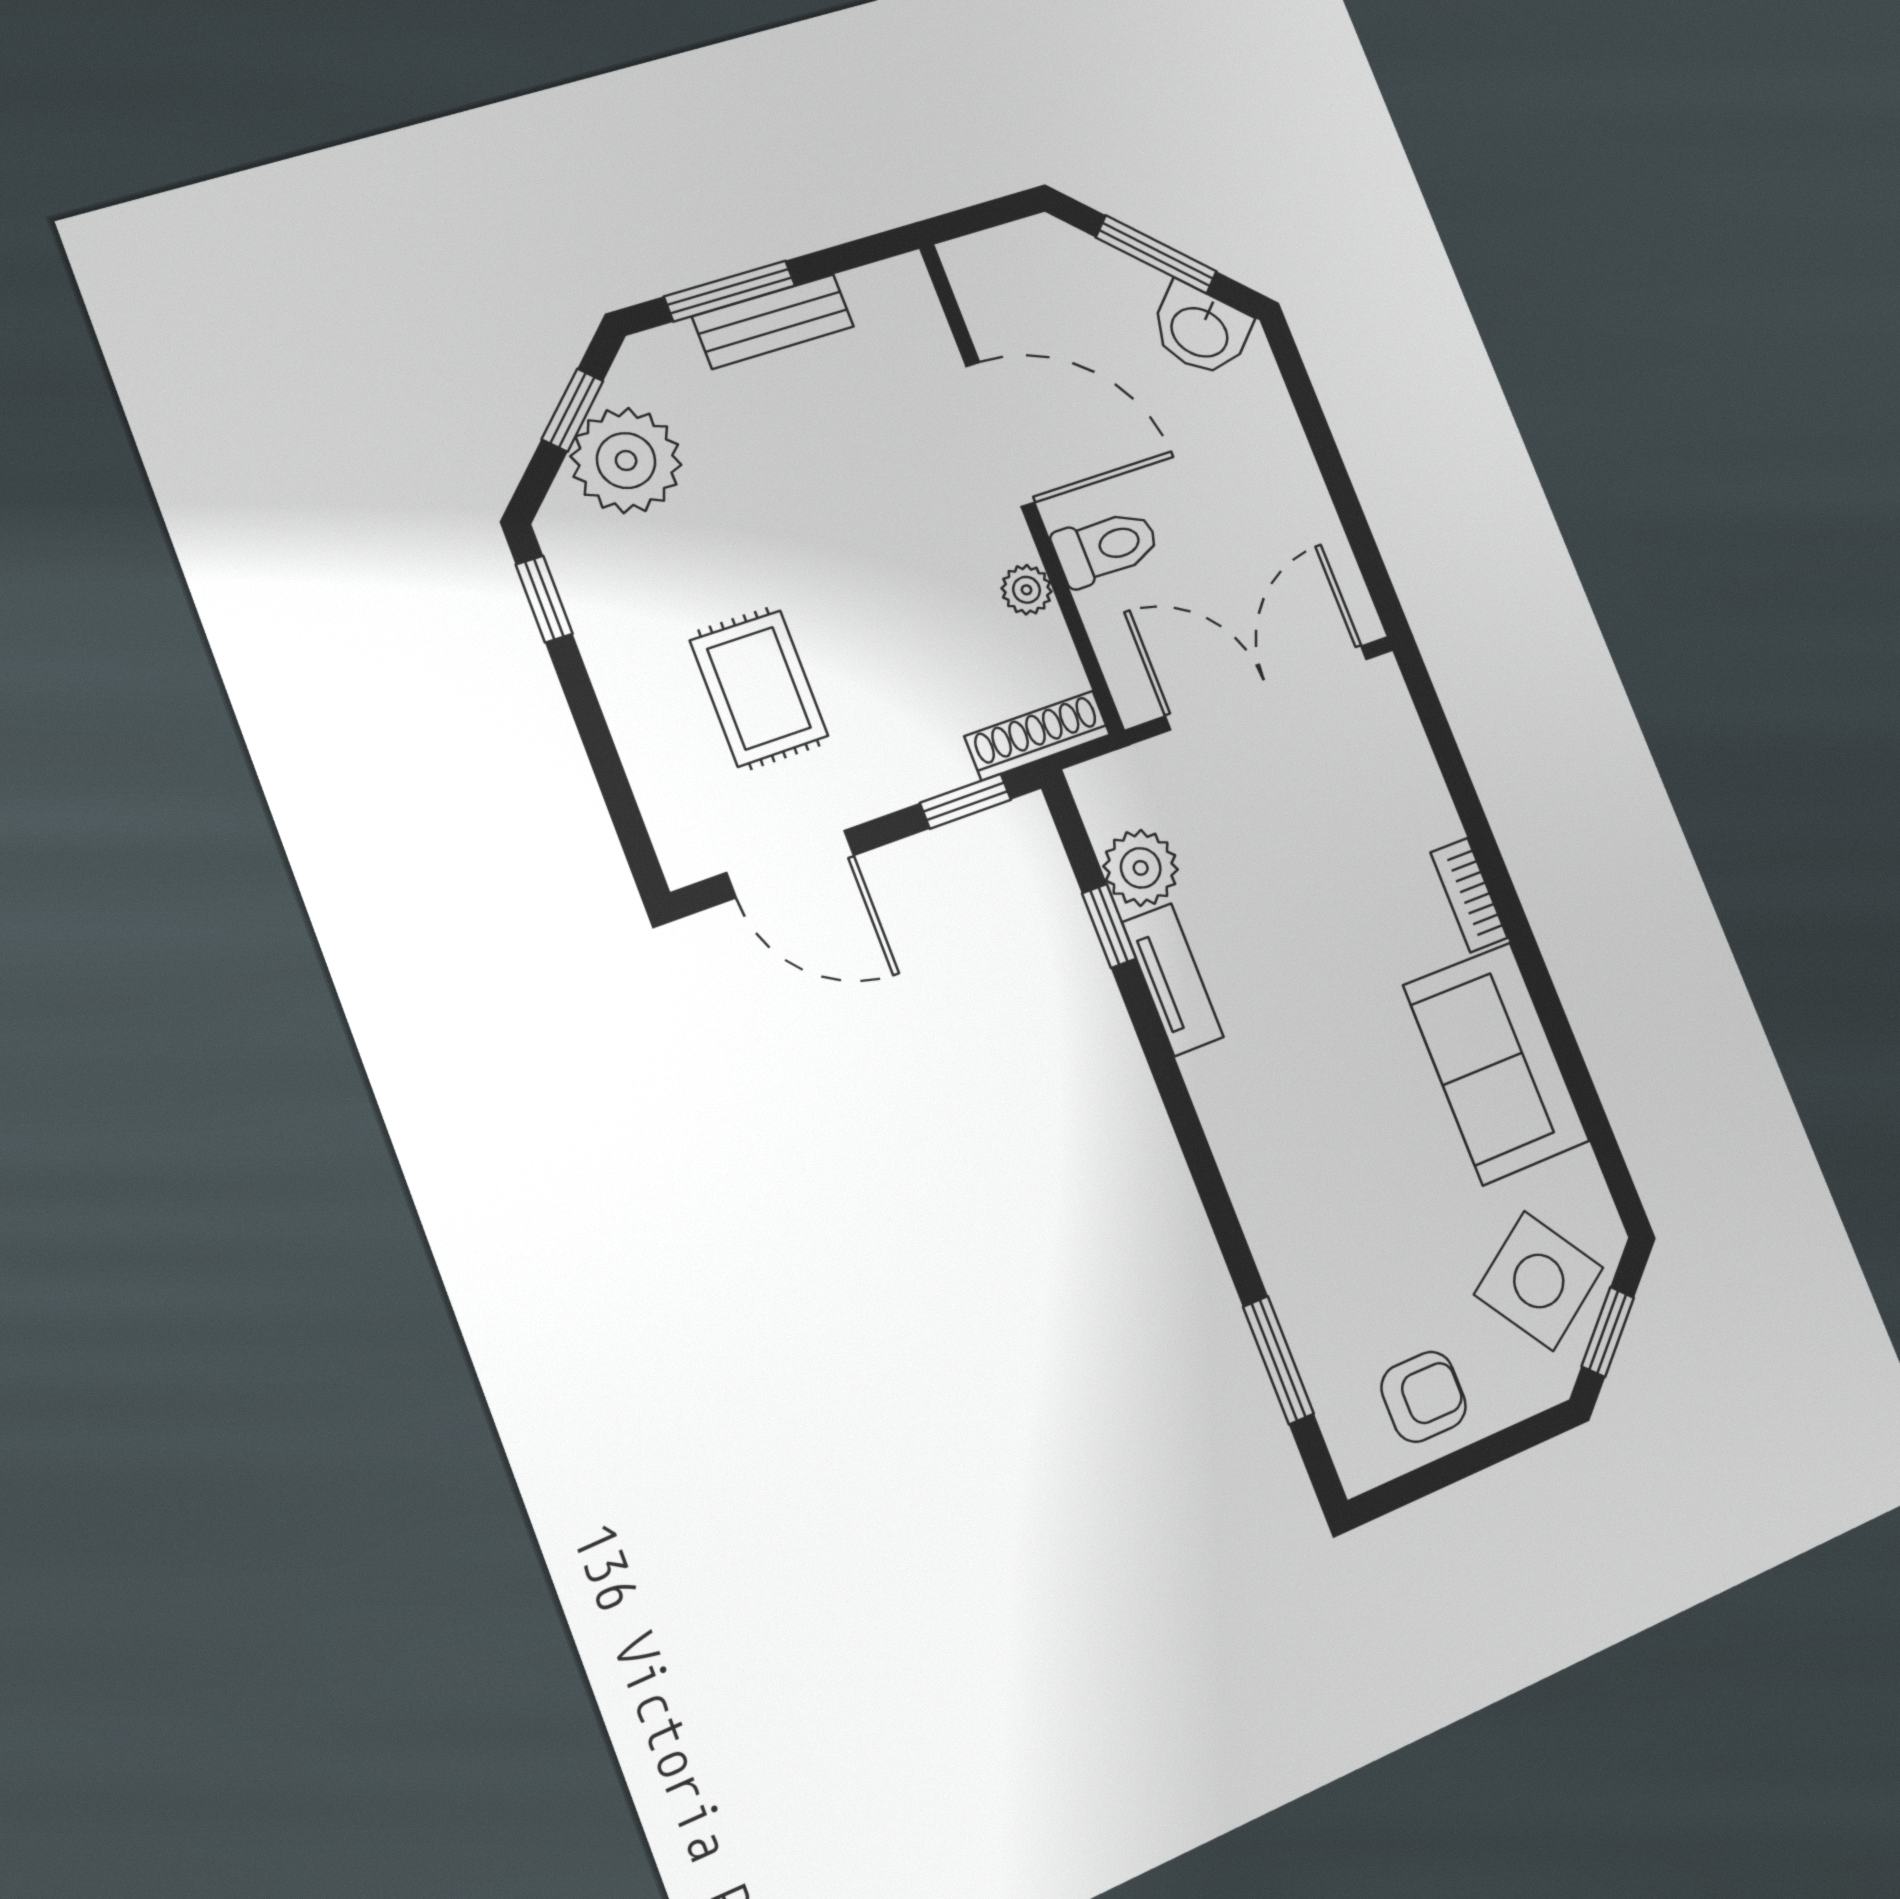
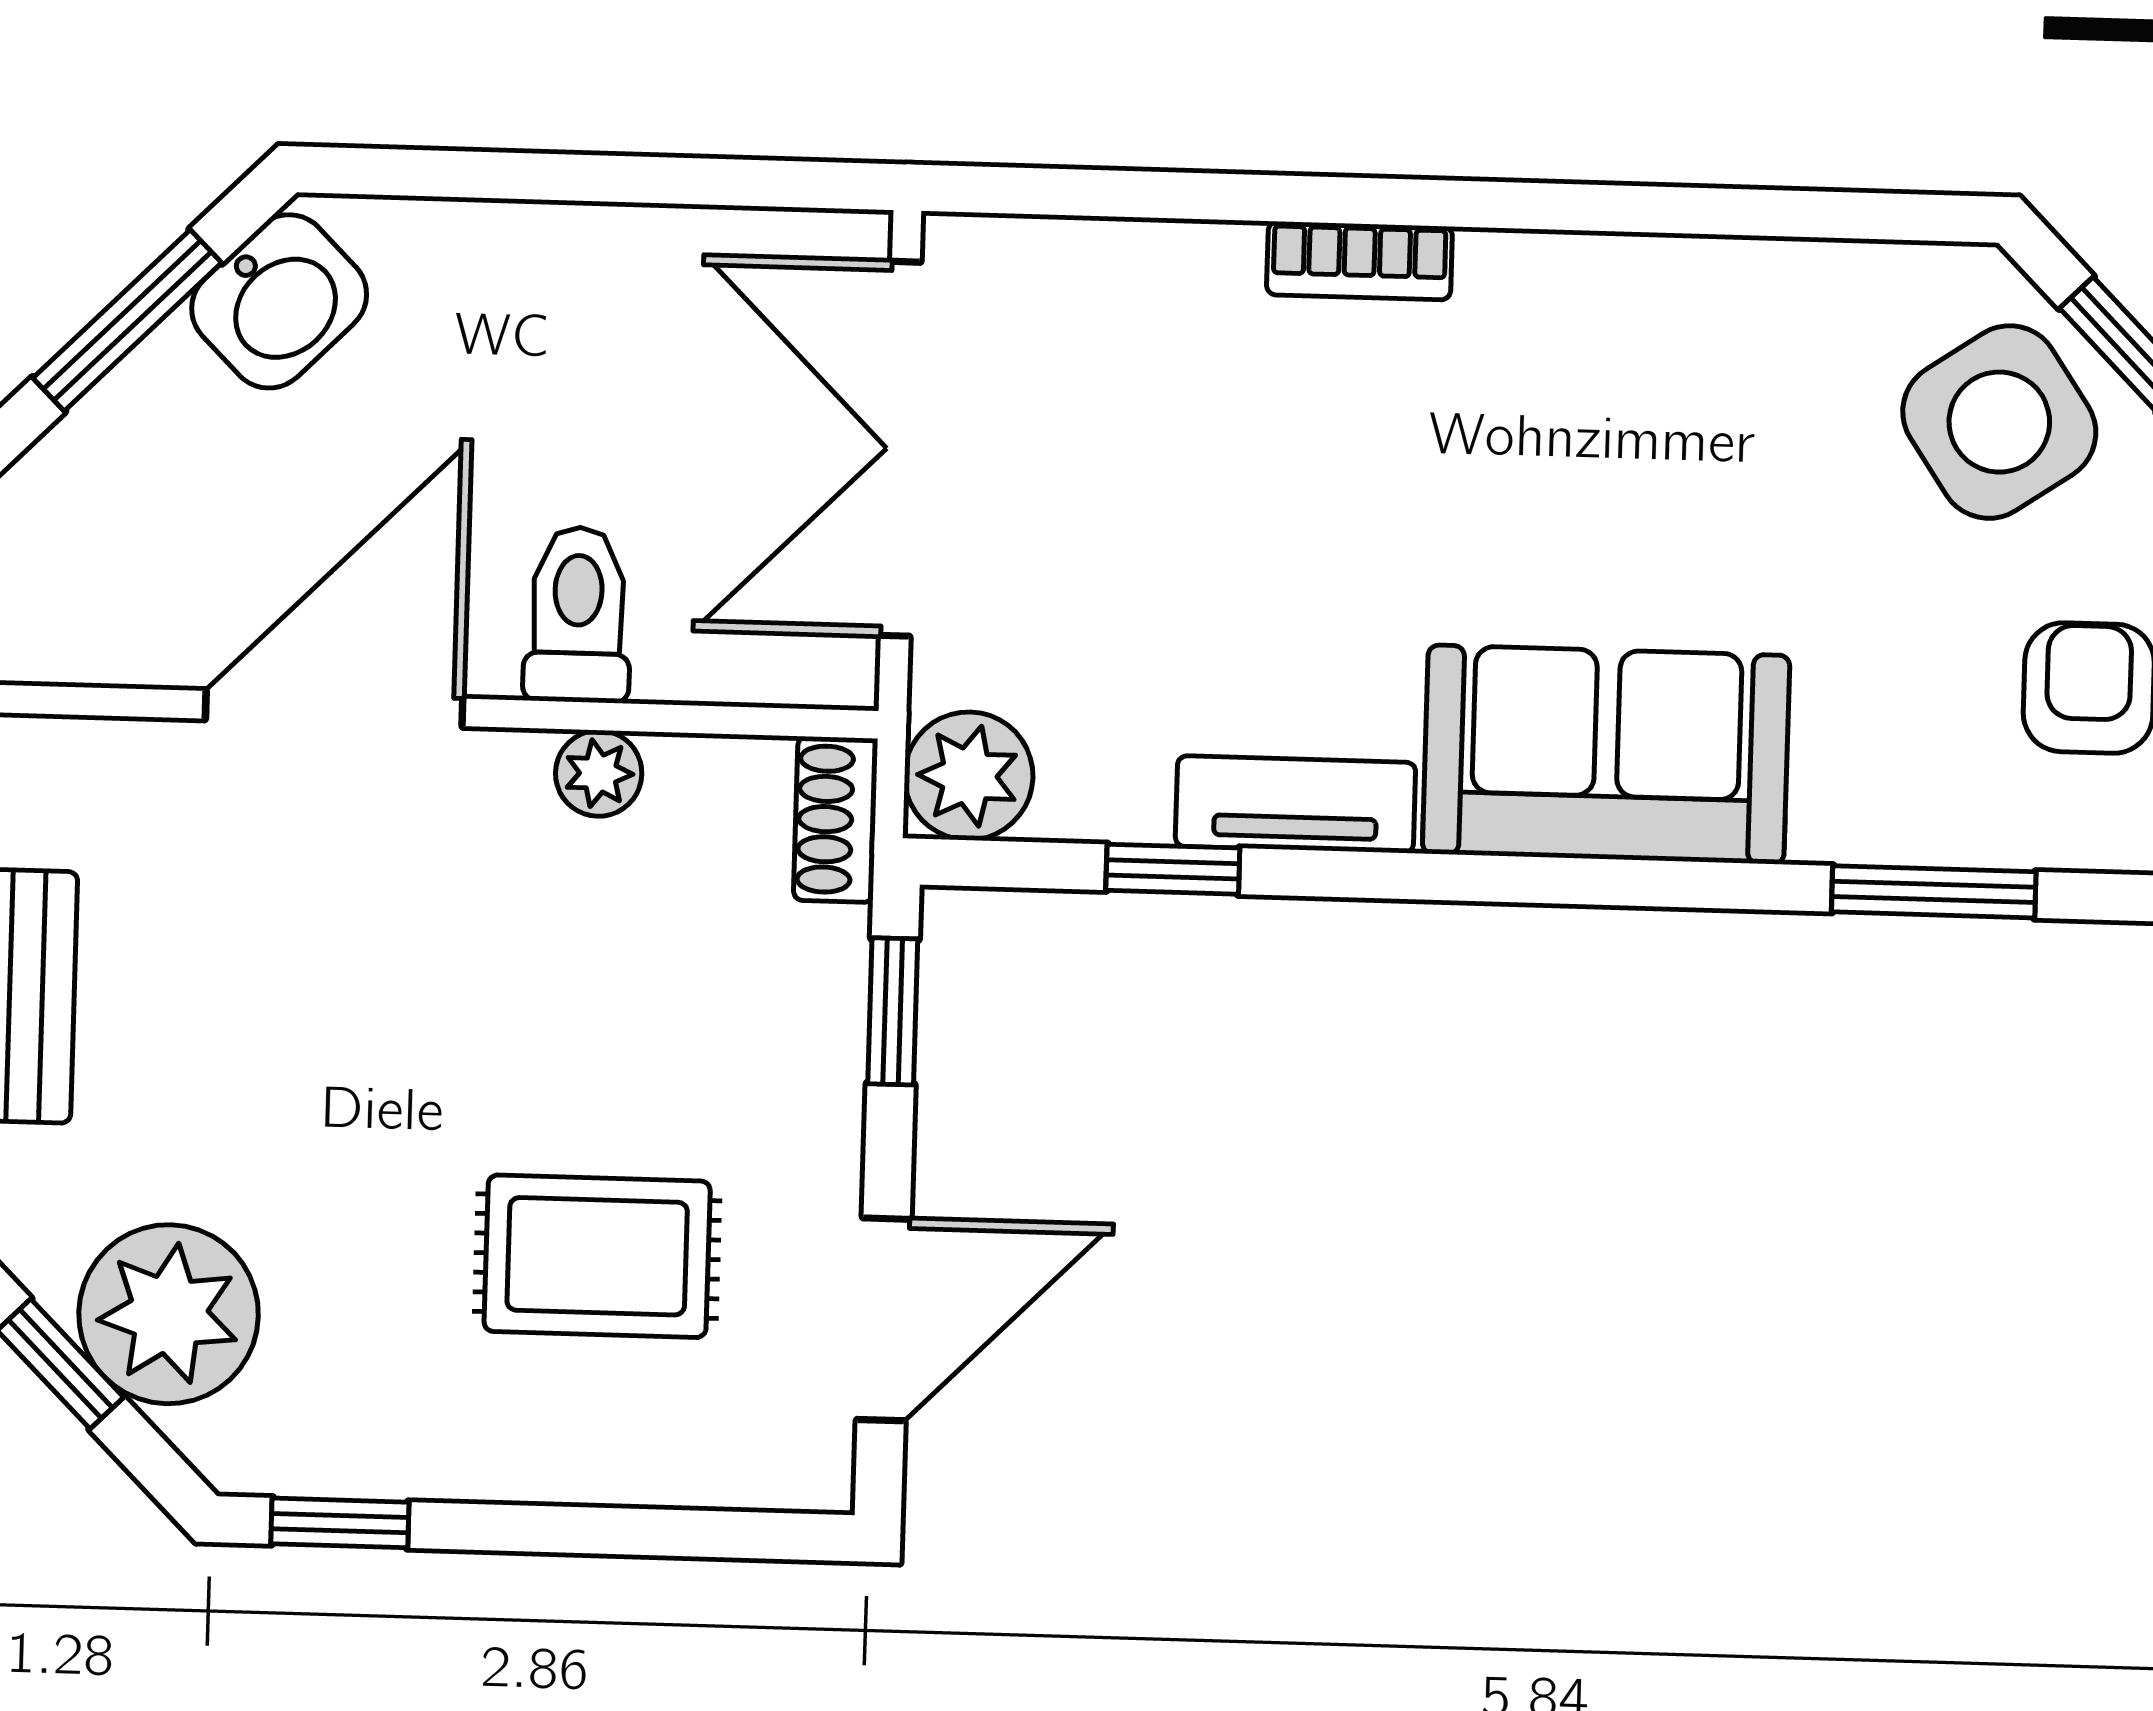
shoe rack: (1038, 736) -> (836, 819), width x0.70
plant: (1141, 868) -> (969, 776), moved
sofa: (1496, 1063) -> (1606, 754), moved, turned 180

